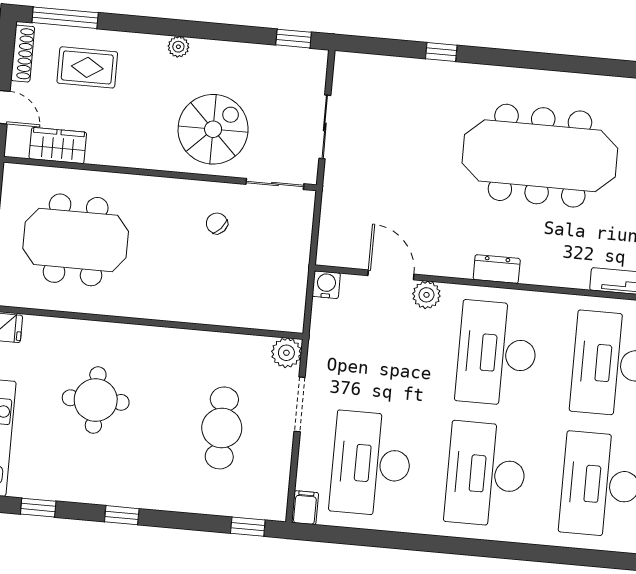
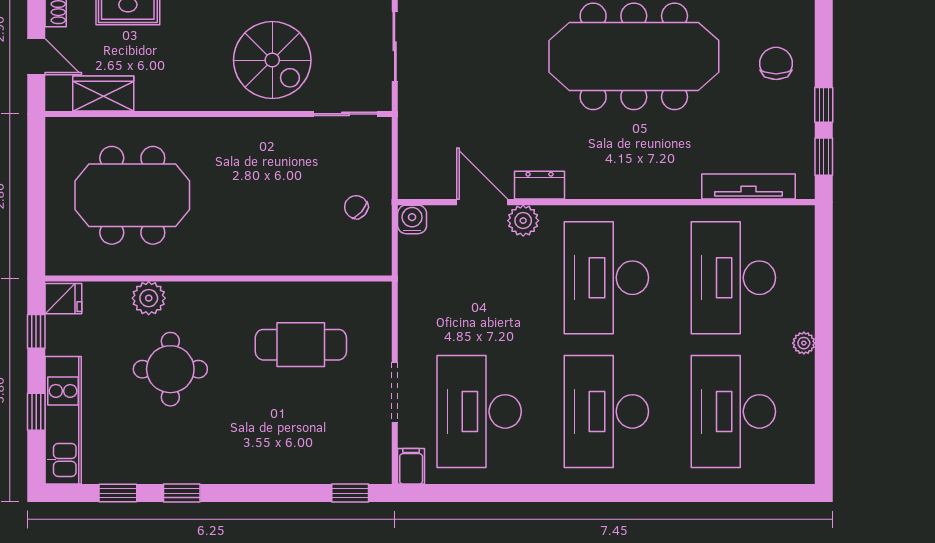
spiral stairs: (213, 129) -> (272, 60), turned 90
chair: (217, 223) -> (356, 207), moved
dresser: (497, 269) -> (539, 185), moved
plant: (286, 353) -> (149, 298), moved
doorway: (300, 404) -> (395, 392), moved
cafe table: (222, 428) -> (301, 345), moved, turned 90
window: (122, 515) -> (182, 493), moved

